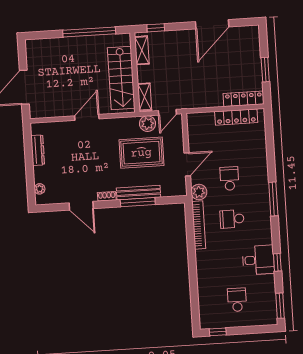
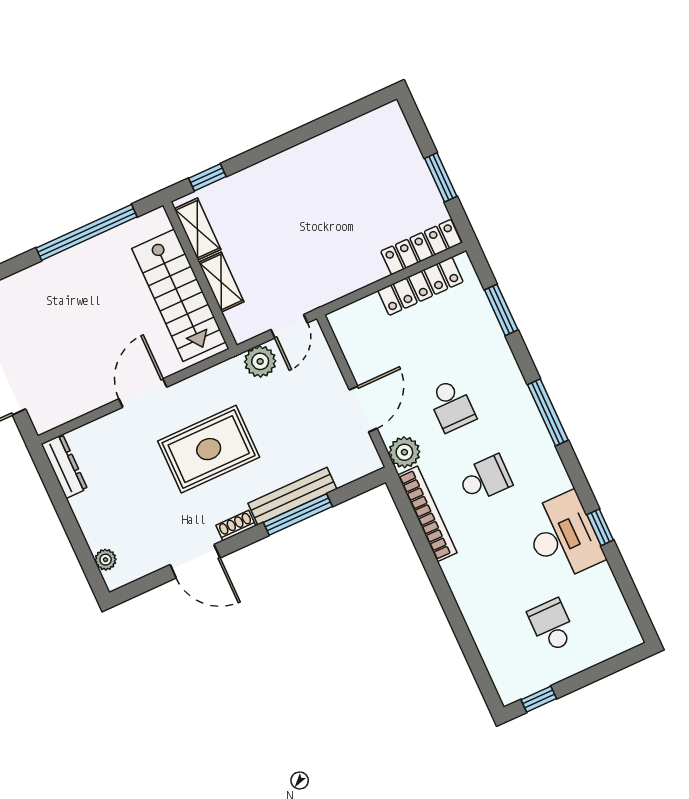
door: (212, 24) -> (310, 131), removed
shelving: (145, 97) -> (221, 282), moved
dresser: (38, 150) -> (64, 466), moved
rug: (141, 153) -> (209, 449), moved
school desk: (229, 179) -> (452, 405), turned 180
school desk: (232, 219) -> (485, 479), turned 180
desk: (258, 260) -> (563, 537), width x1.37
window: (280, 306) -> (501, 310), moved

